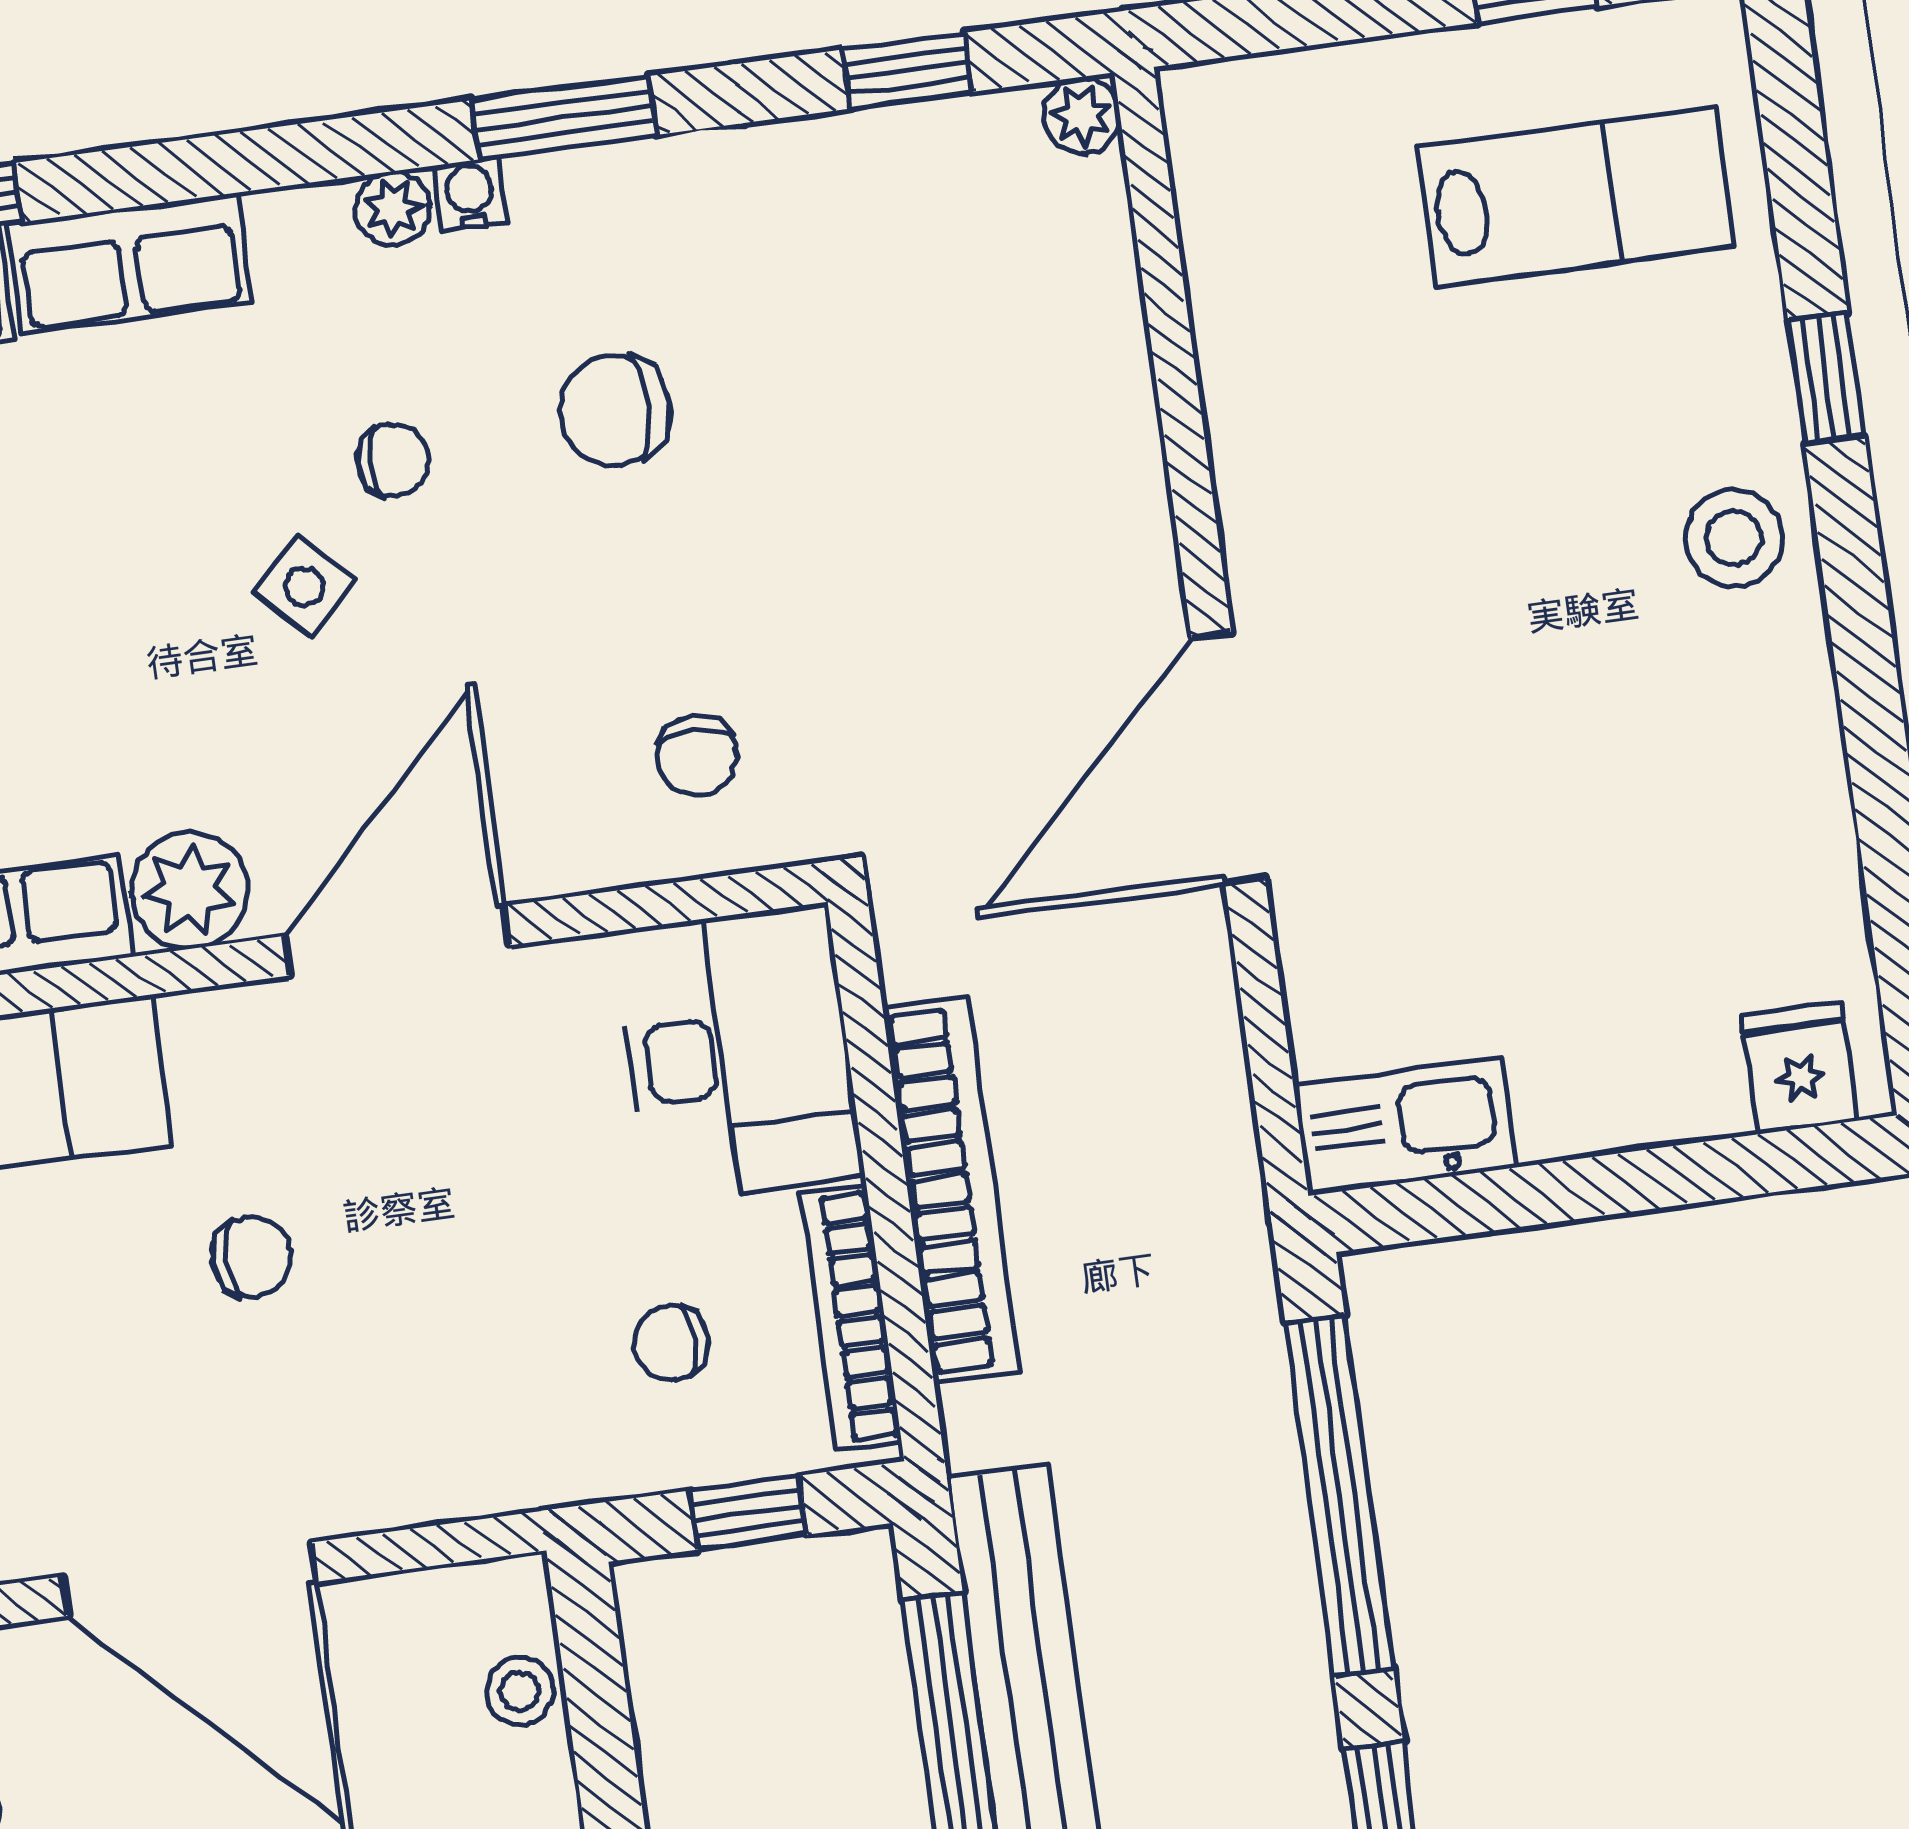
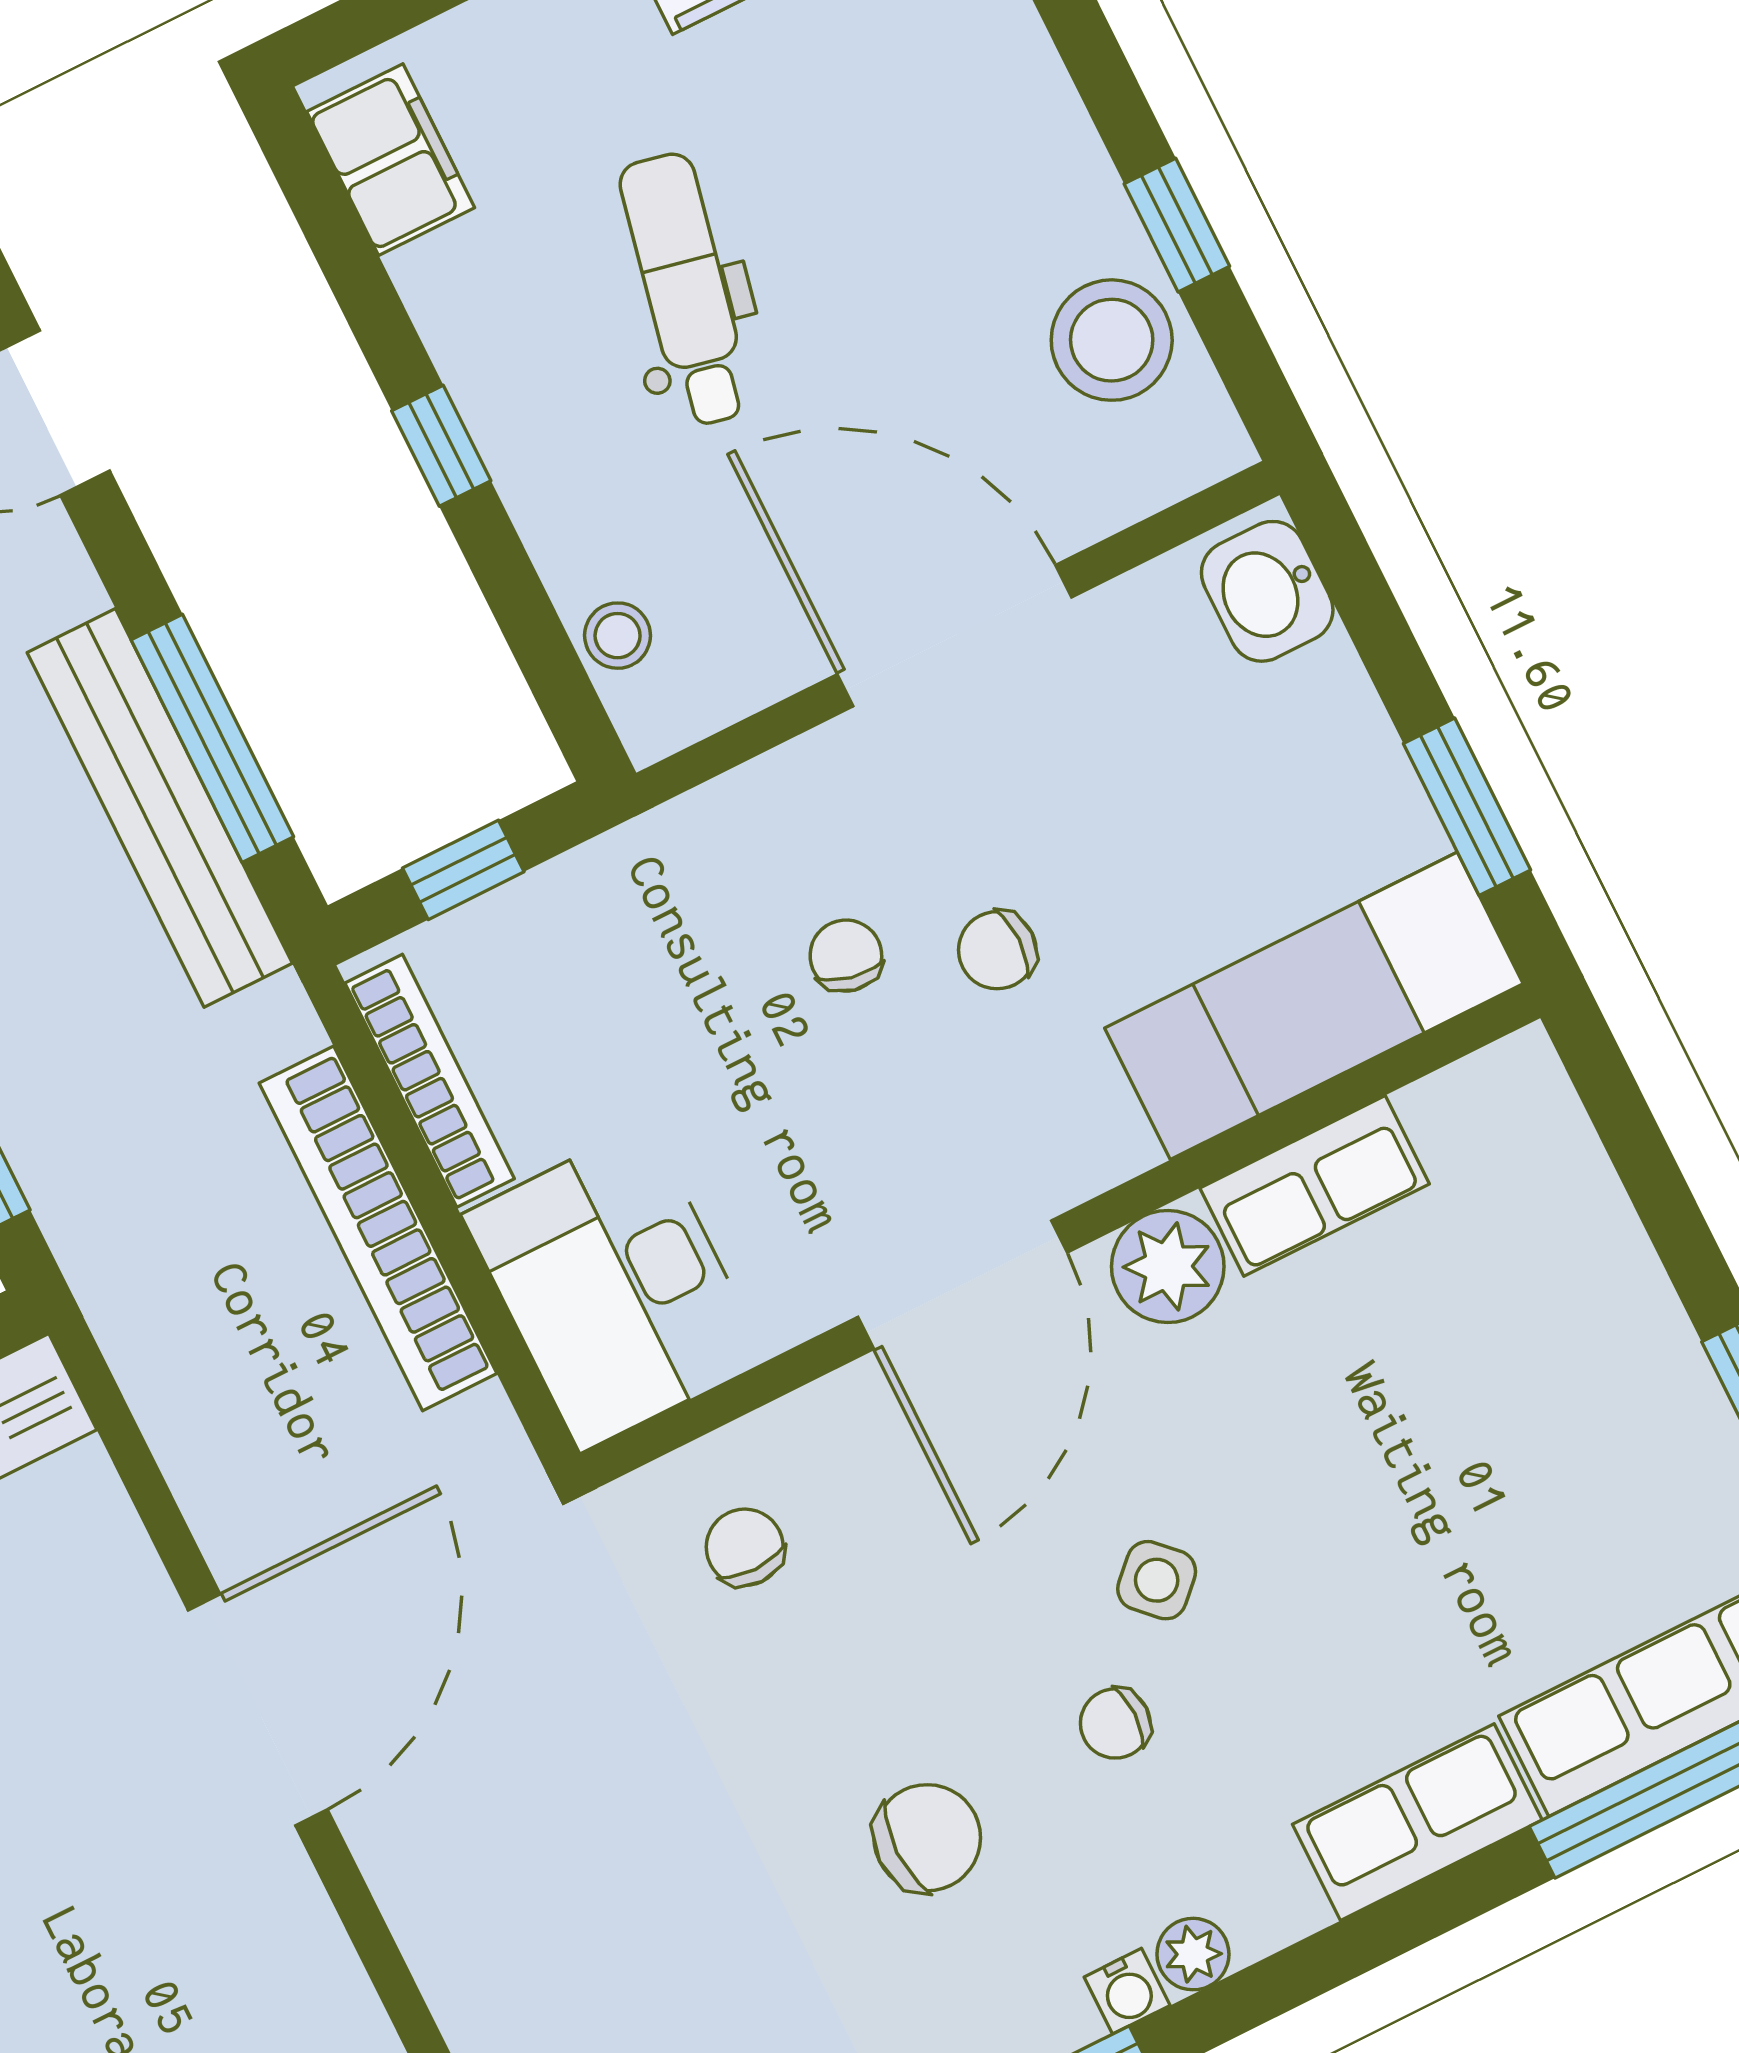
chair: (671, 1343) -> (846, 956), moved, turned -78

